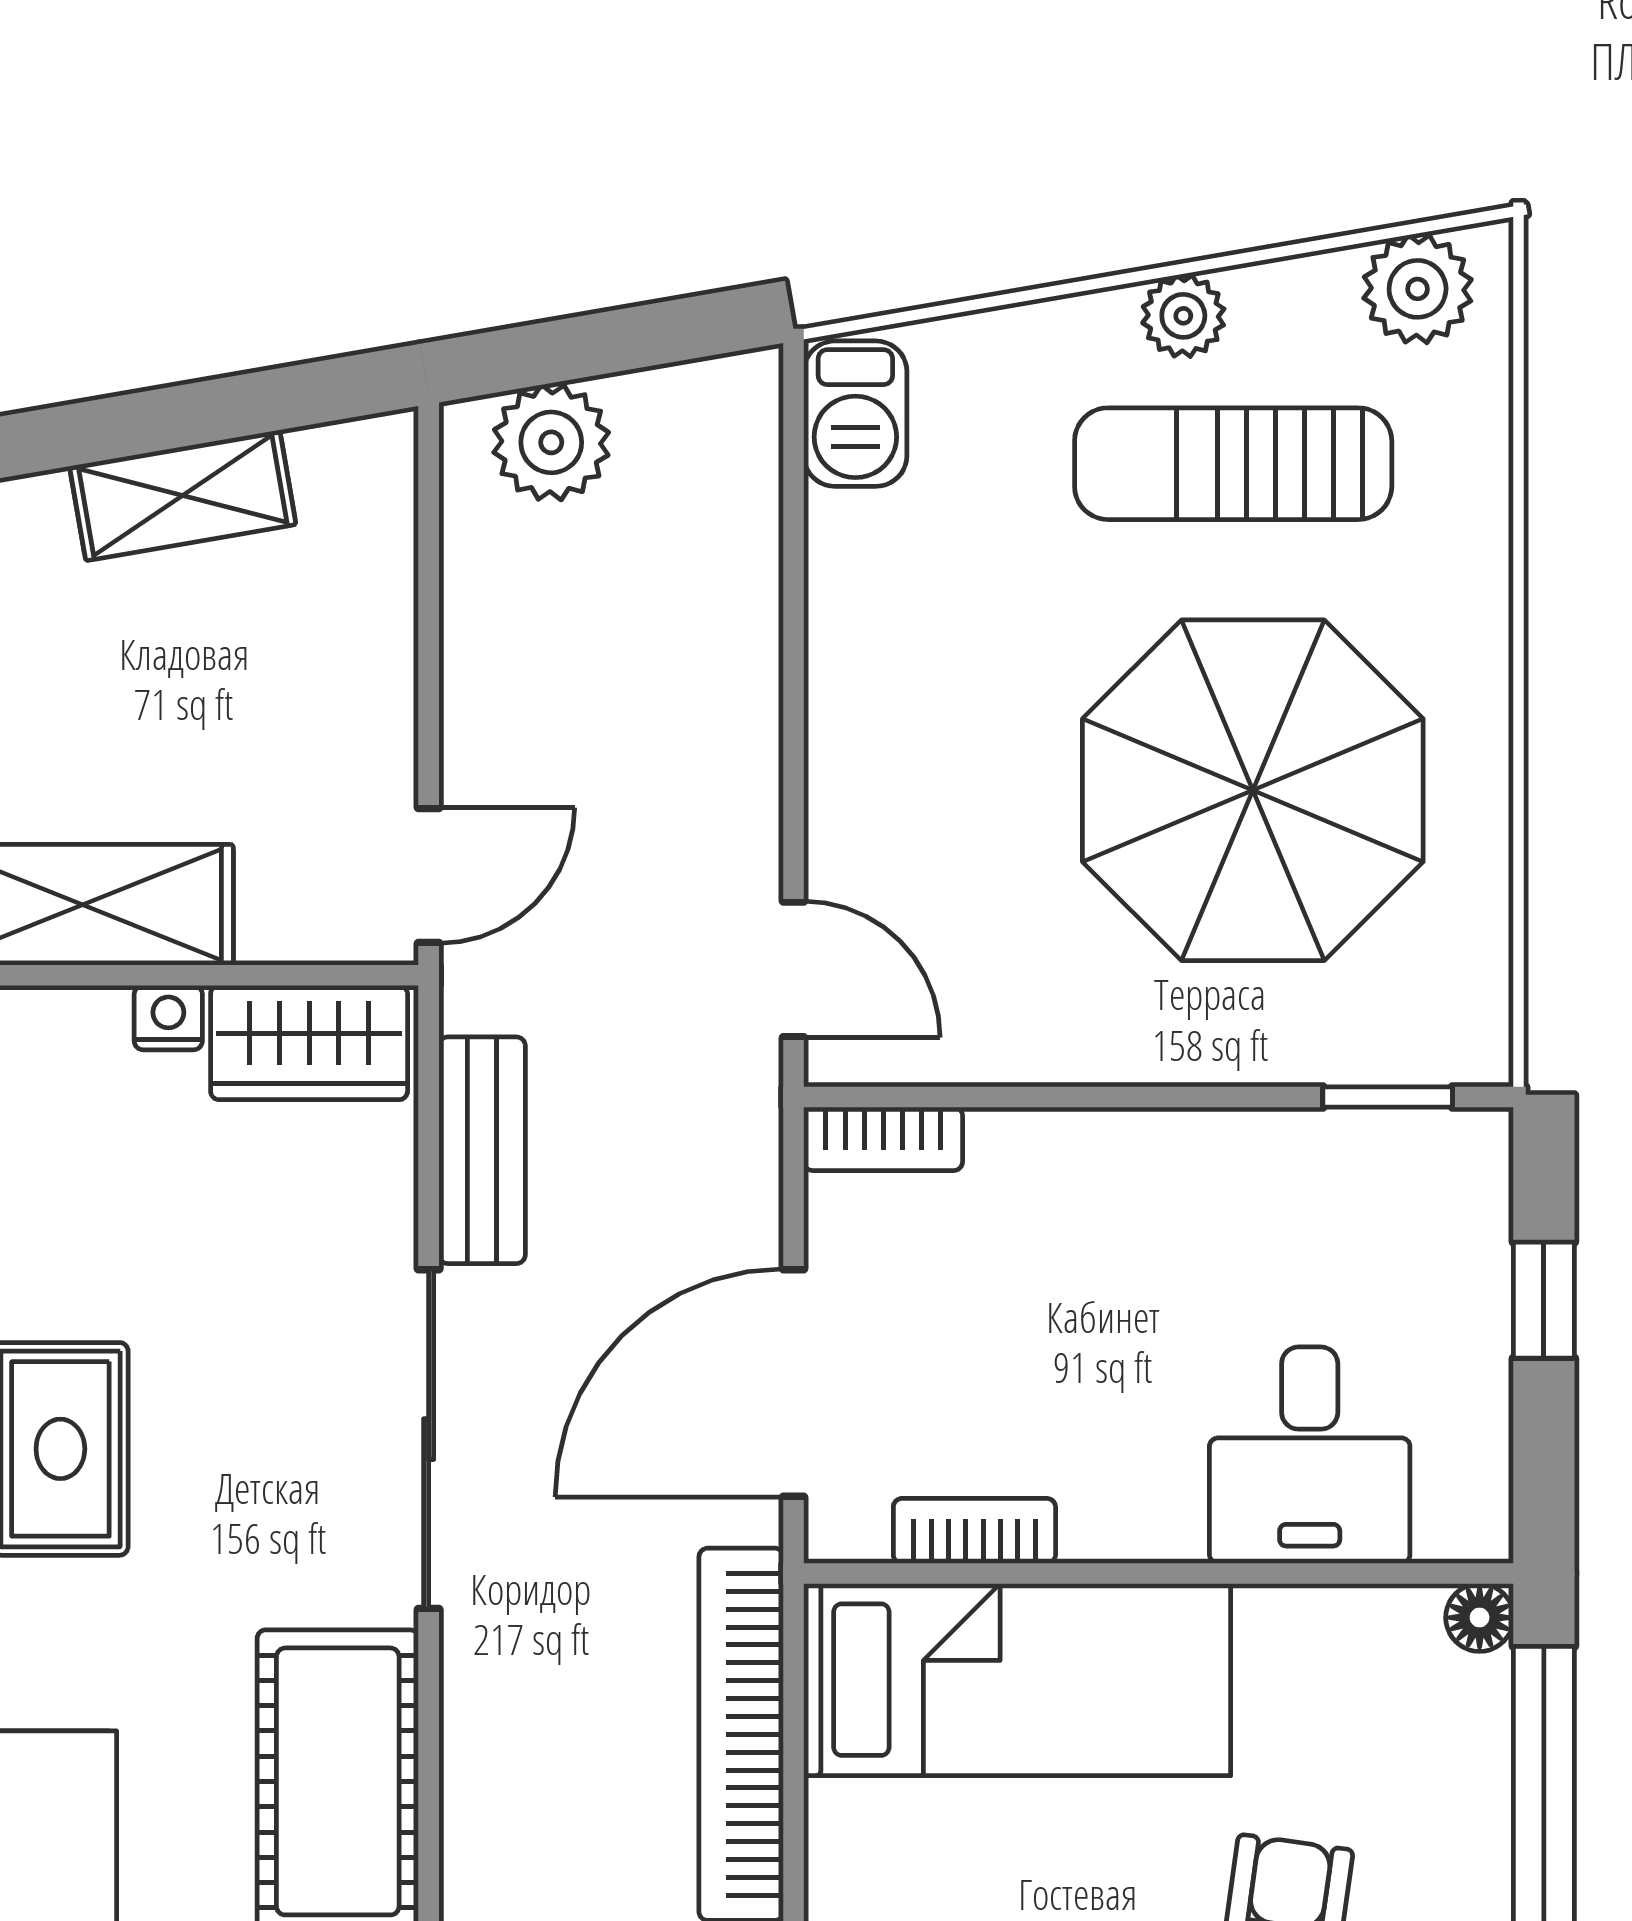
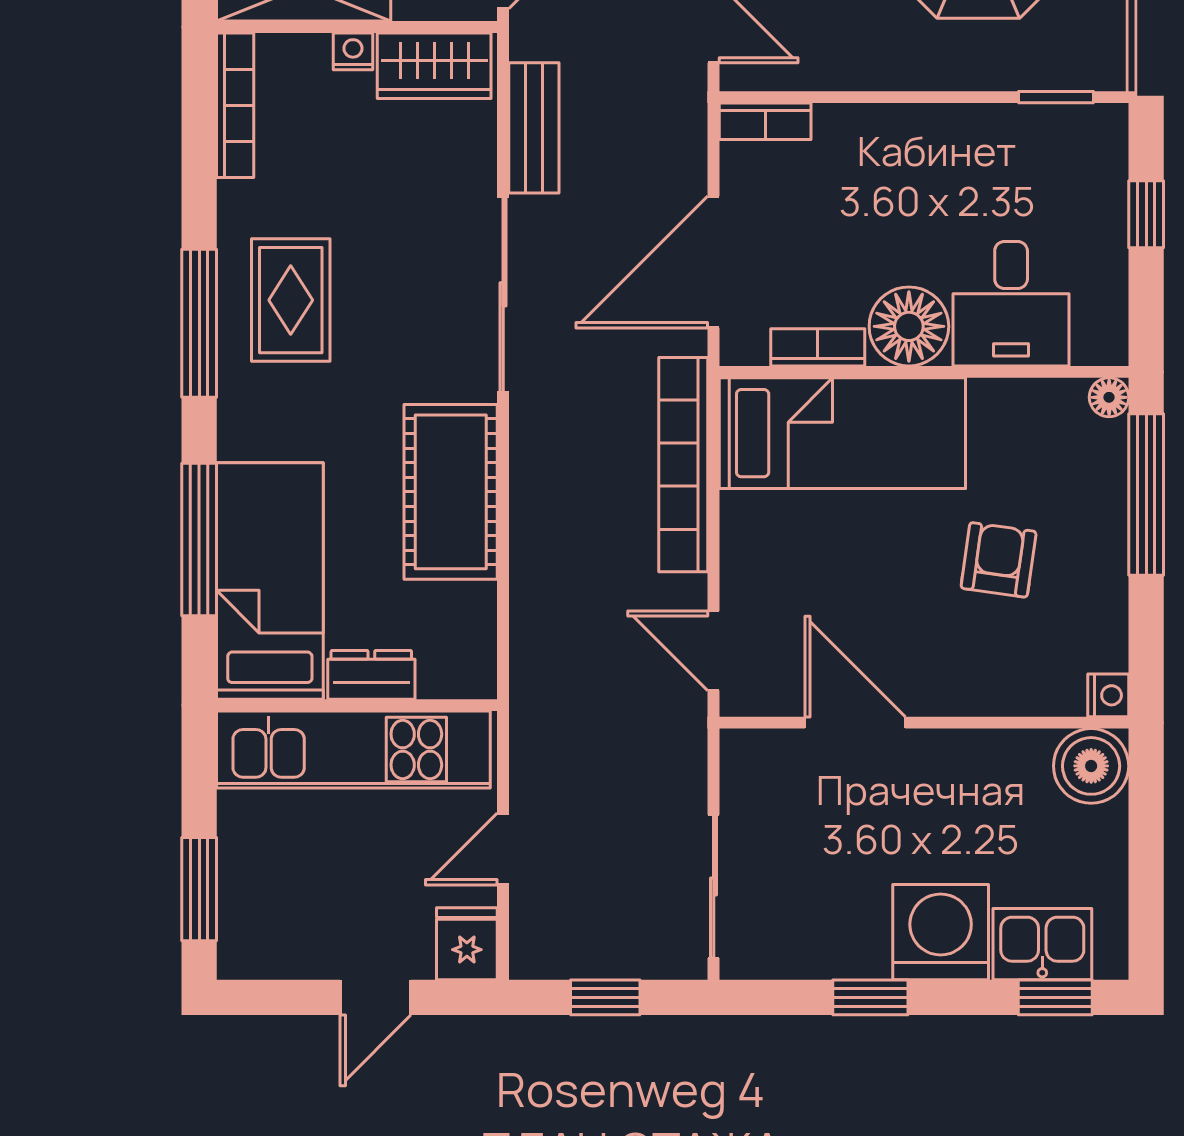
floor lamp: (1132, 1495) -> (909, 326), added

